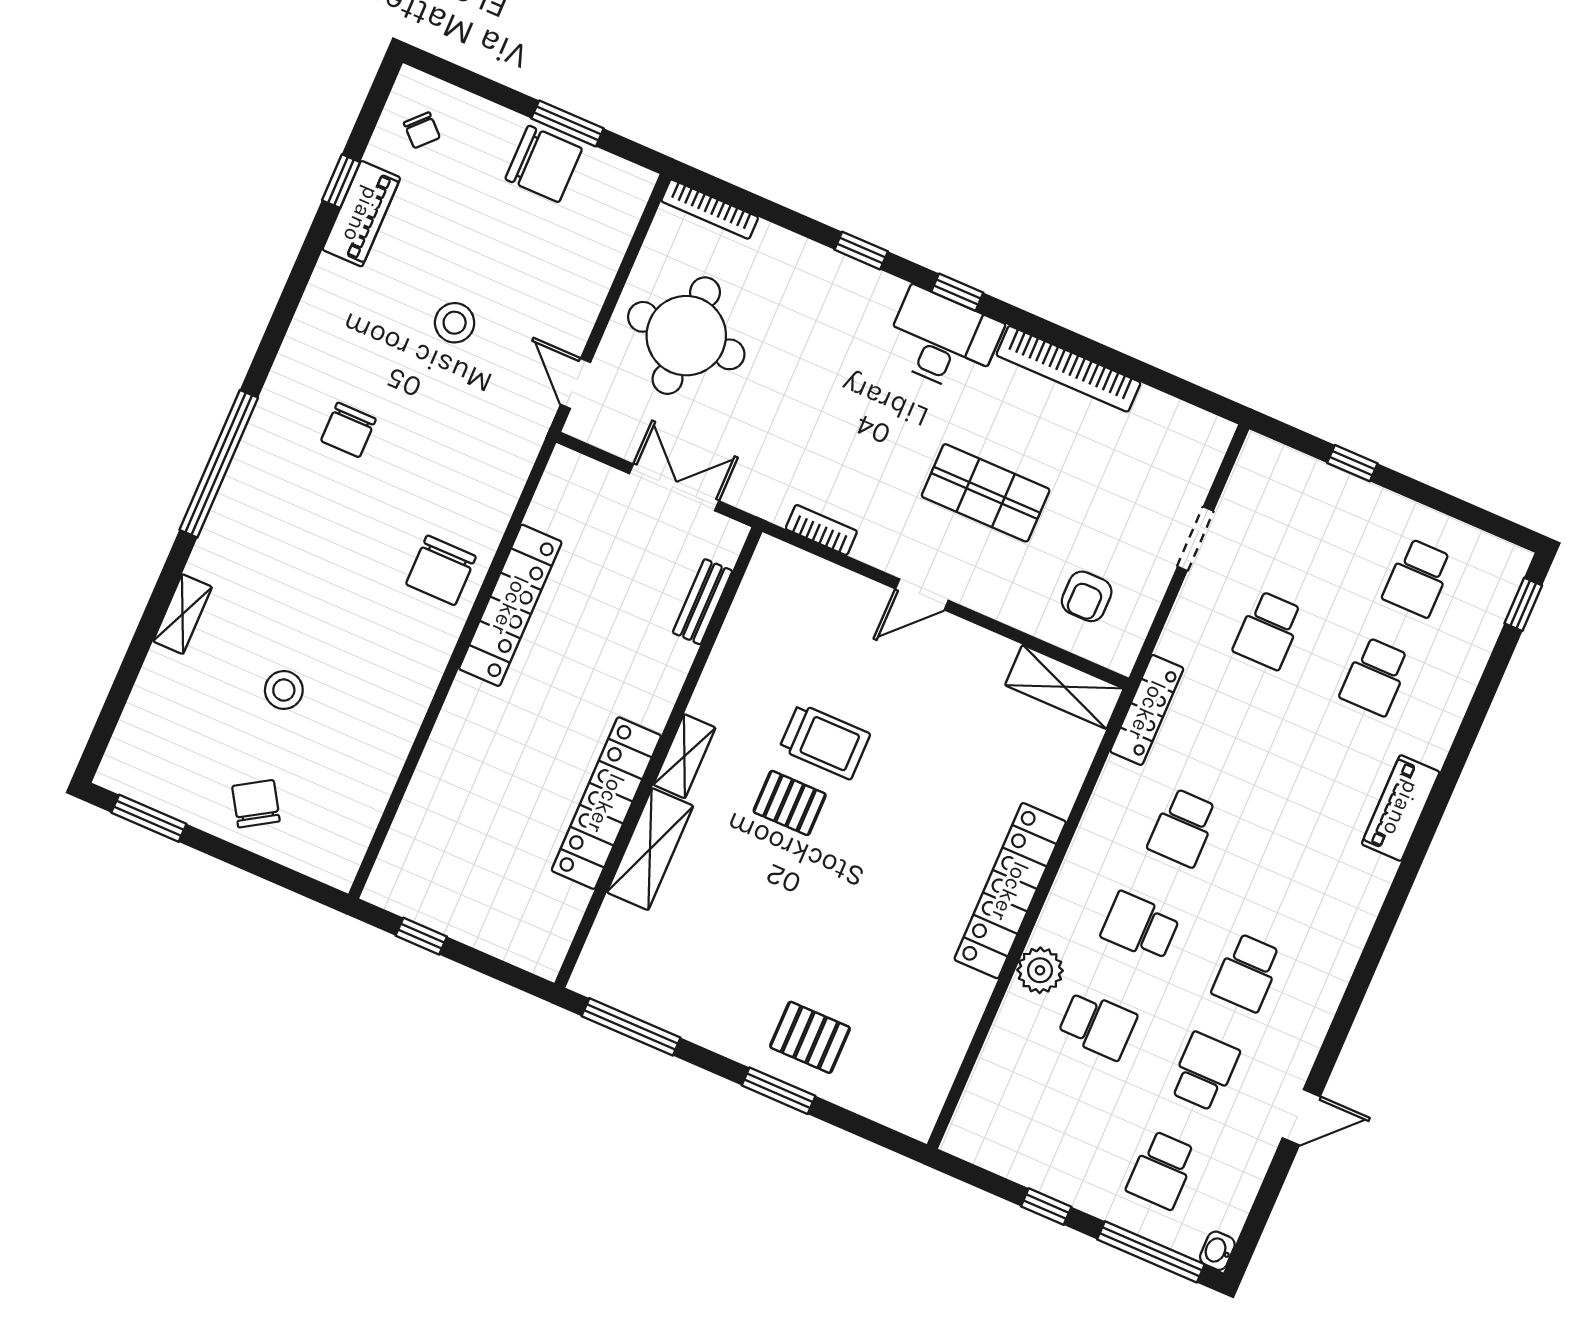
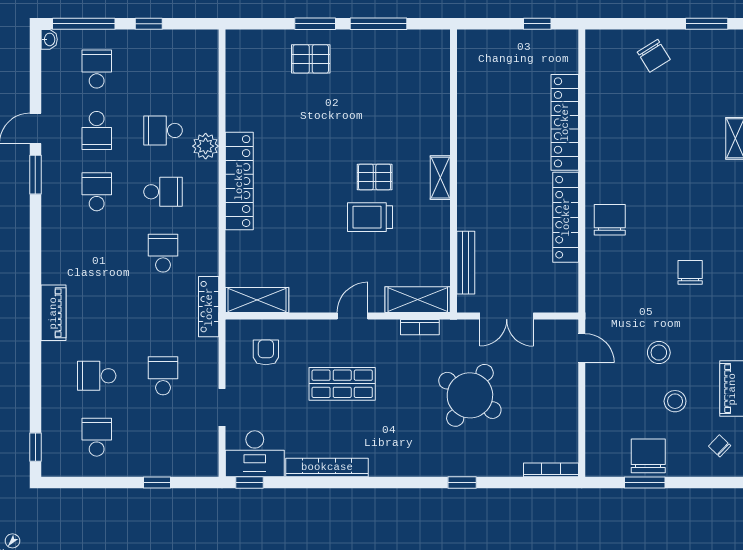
chair: (544, 164) -> (648, 456), turned 90
window: (957, 292) -> (249, 482), moved
round table: (686, 336) -> (470, 395), moved, turned 33
desk: (943, 341) -> (255, 454), moved
bench: (703, 602) -> (466, 263), width x1.36
school desk: (1375, 677) -> (97, 376), turned -90
stool: (284, 690) -> (675, 401), moved
locker: (606, 803) -> (565, 122), moved, turned 180
shelving: (650, 849) -> (418, 300), moved, turned 90
window: (631, 1027) -> (378, 24), moved
window: (1334, 1043) -> (35, 175), added

